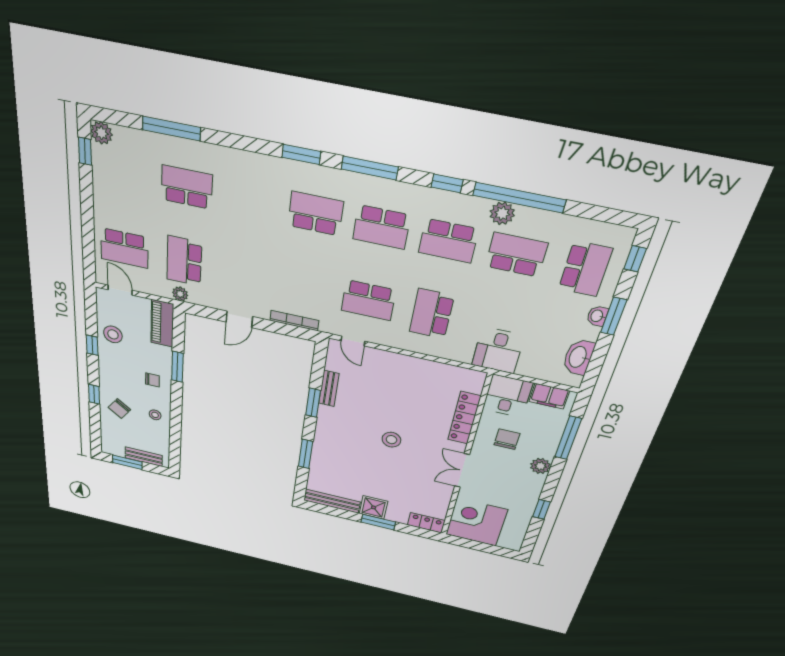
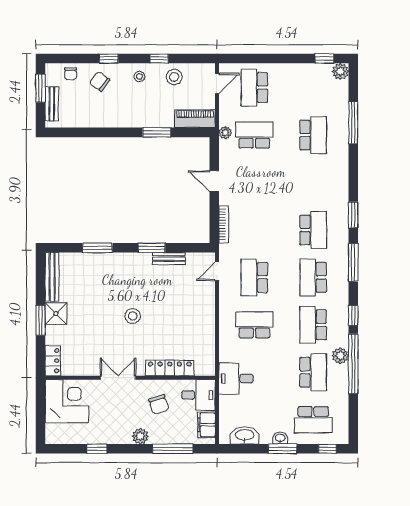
chair: (152, 380) -> (71, 74), moved
stool: (155, 415) -> (139, 76), moved
chair: (507, 439) -> (159, 404), turned 72

